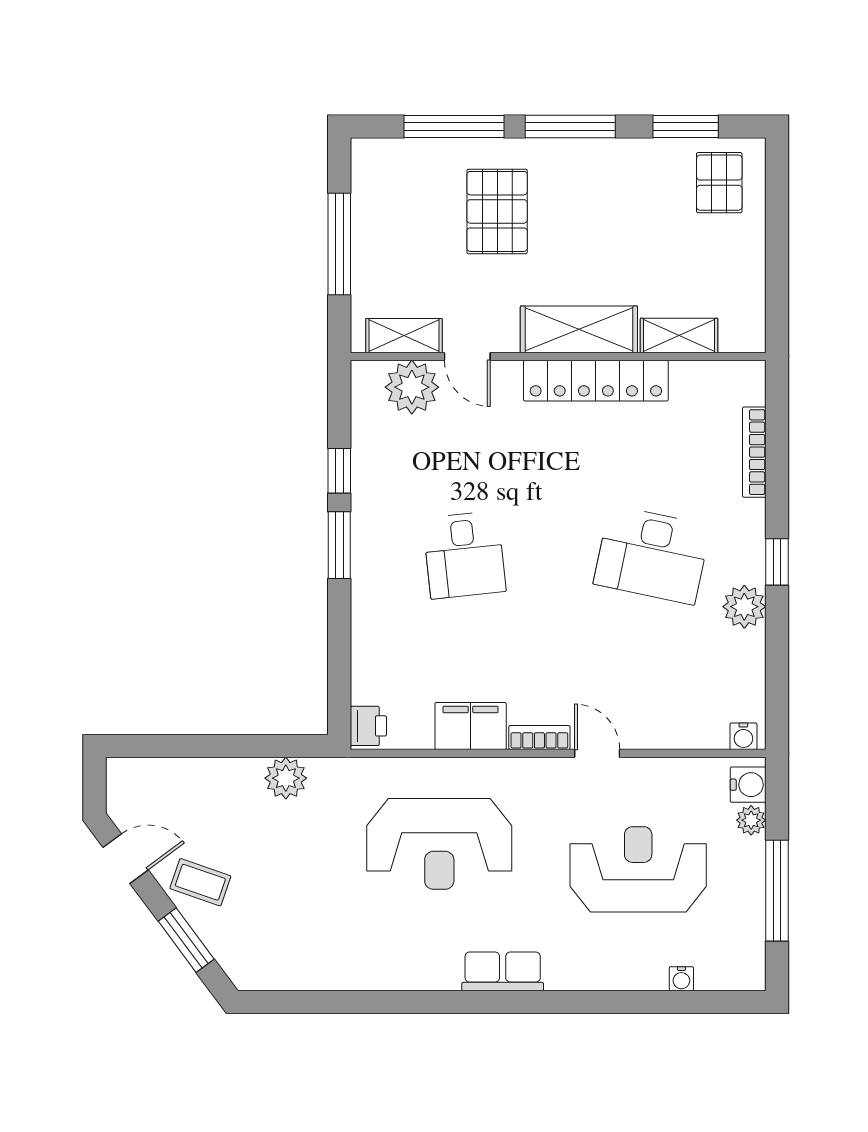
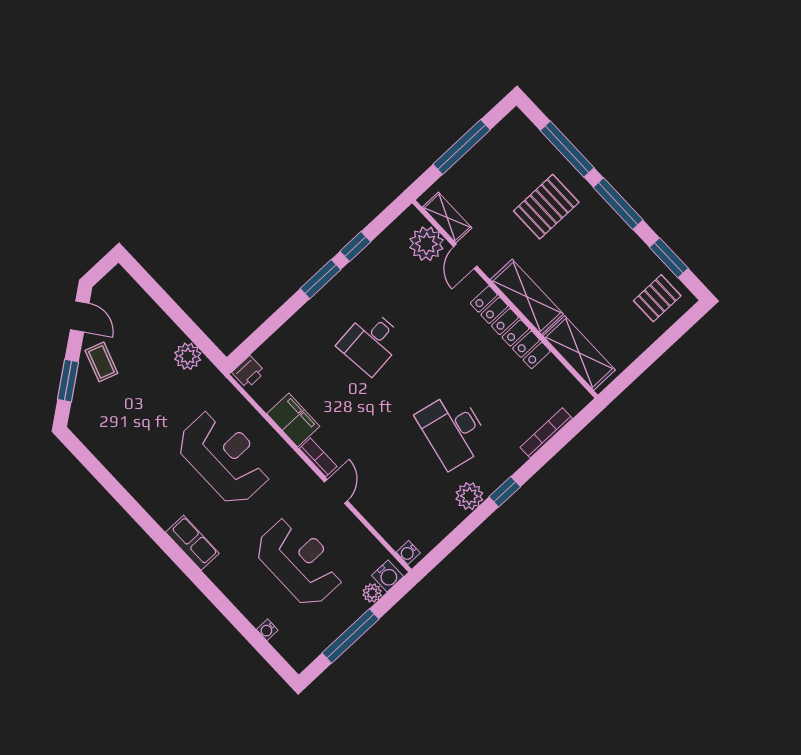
shelving: (679, 335) -> (579, 353), width x1.50, depth x1.33
reception desk: (439, 844) -> (224, 457), turned 180

